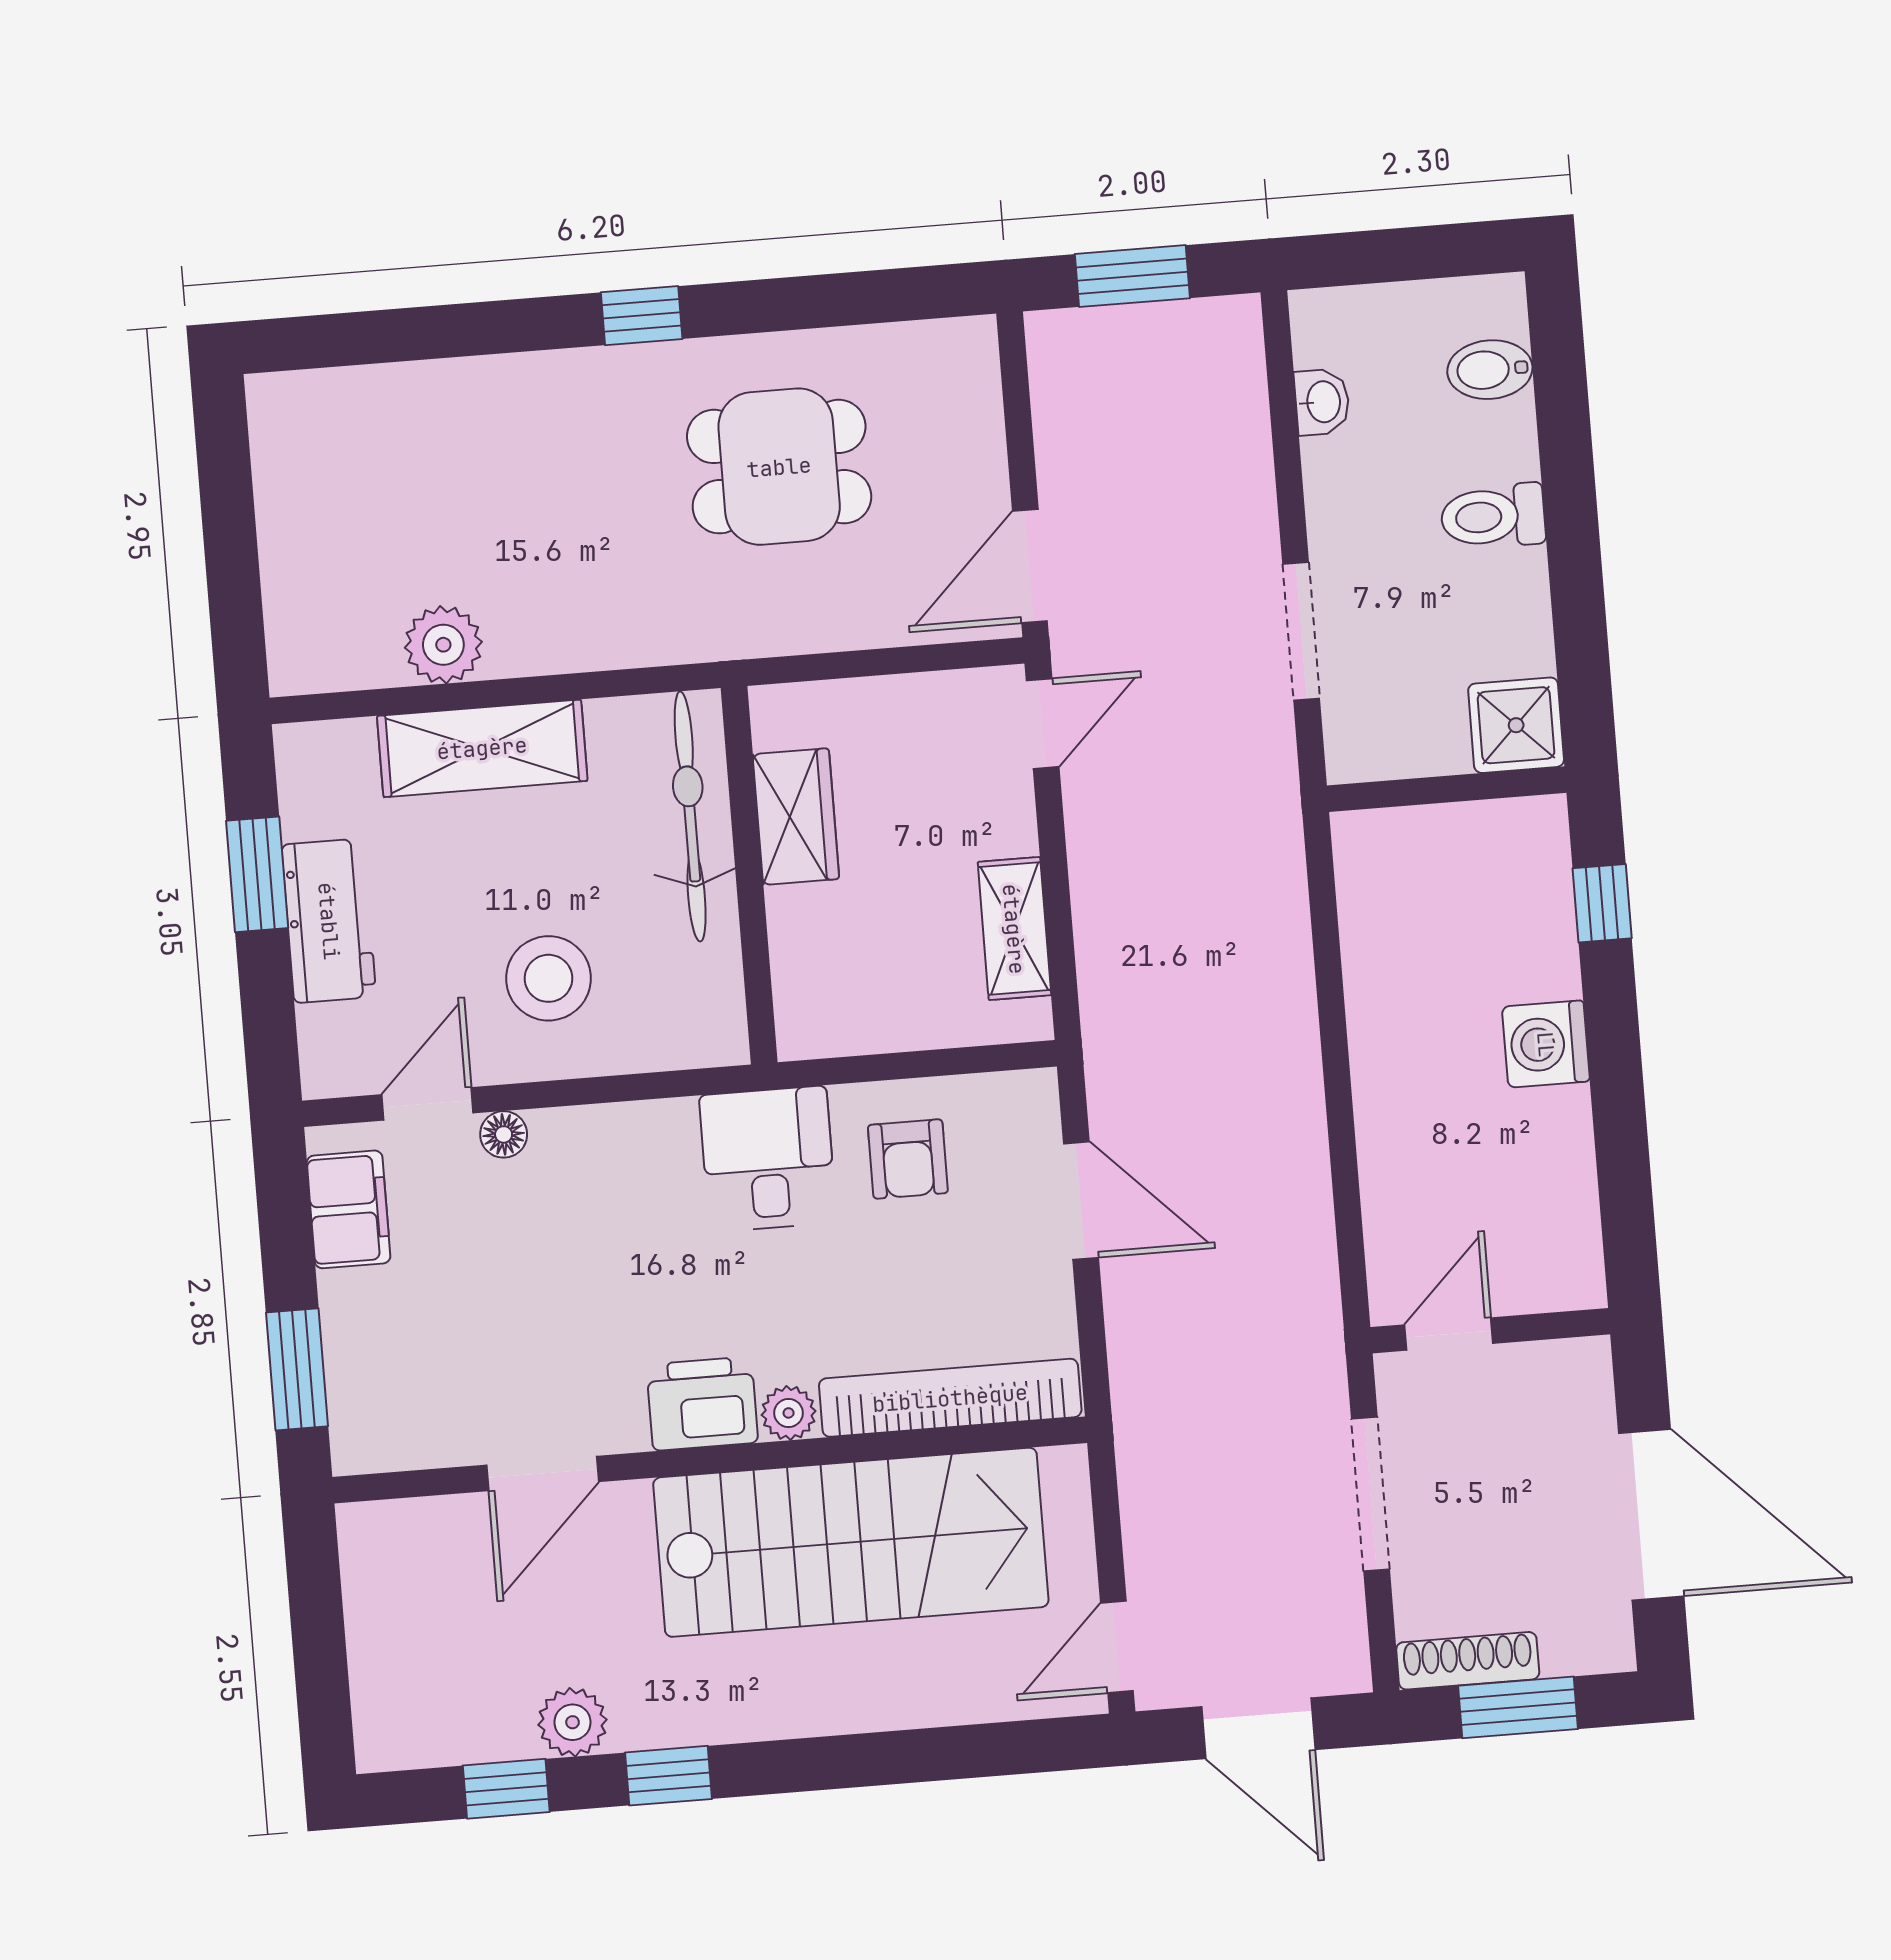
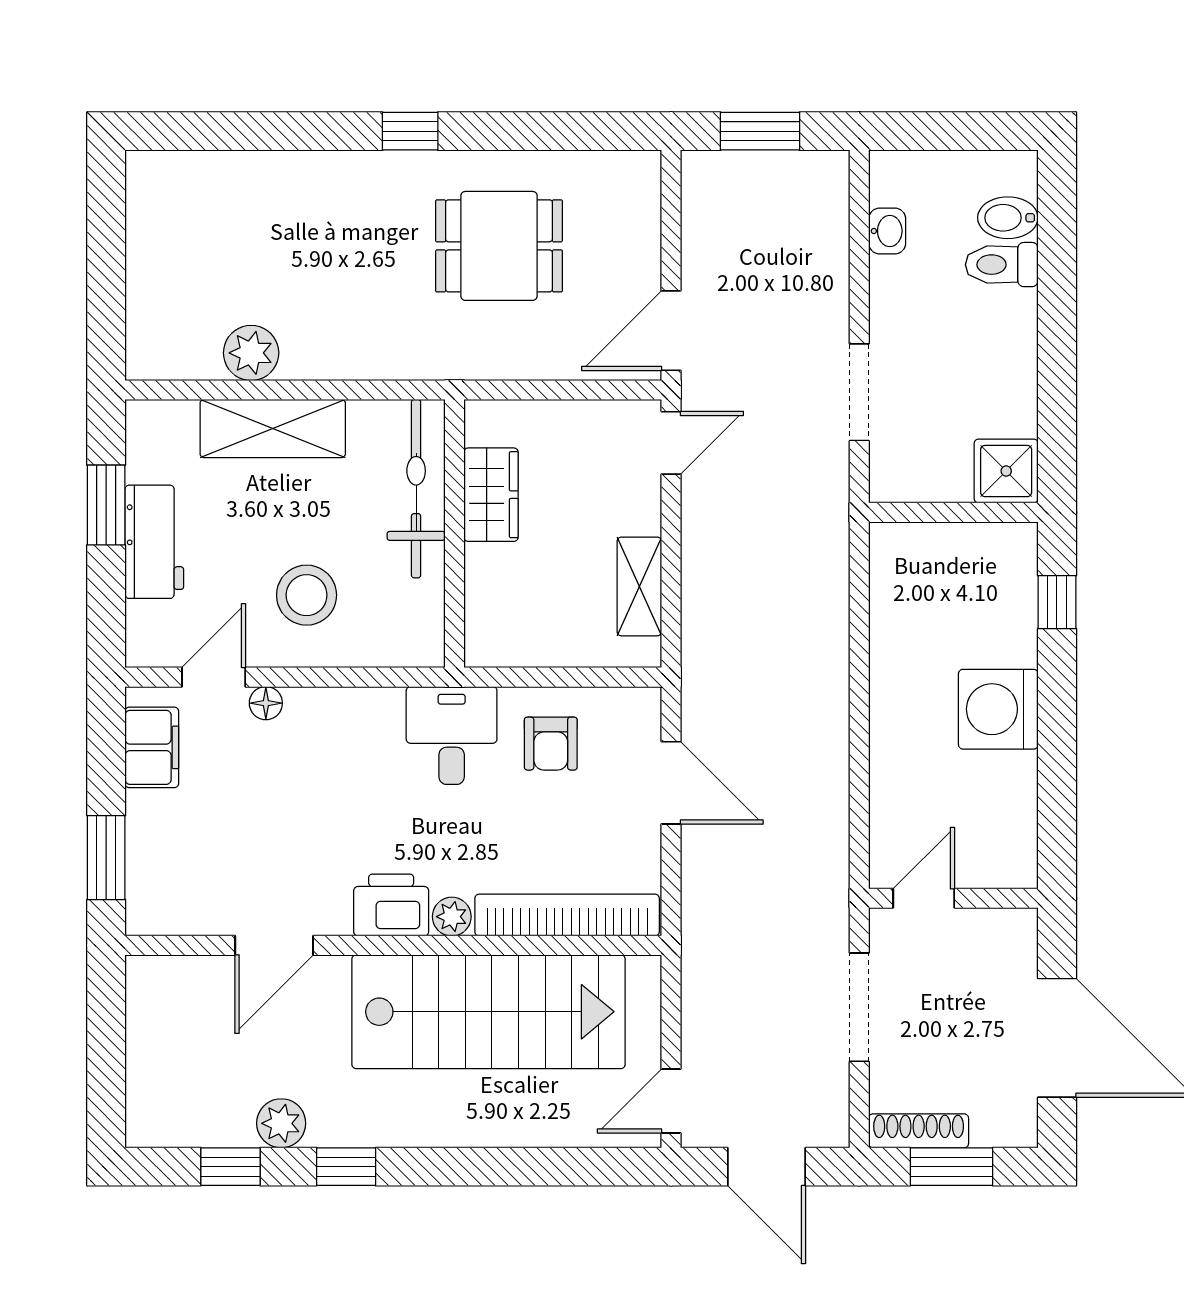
toilet: (1493, 516) -> (1002, 265), moved
washing machine: (1546, 1044) -> (998, 709), width x1.37, depth x1.37

